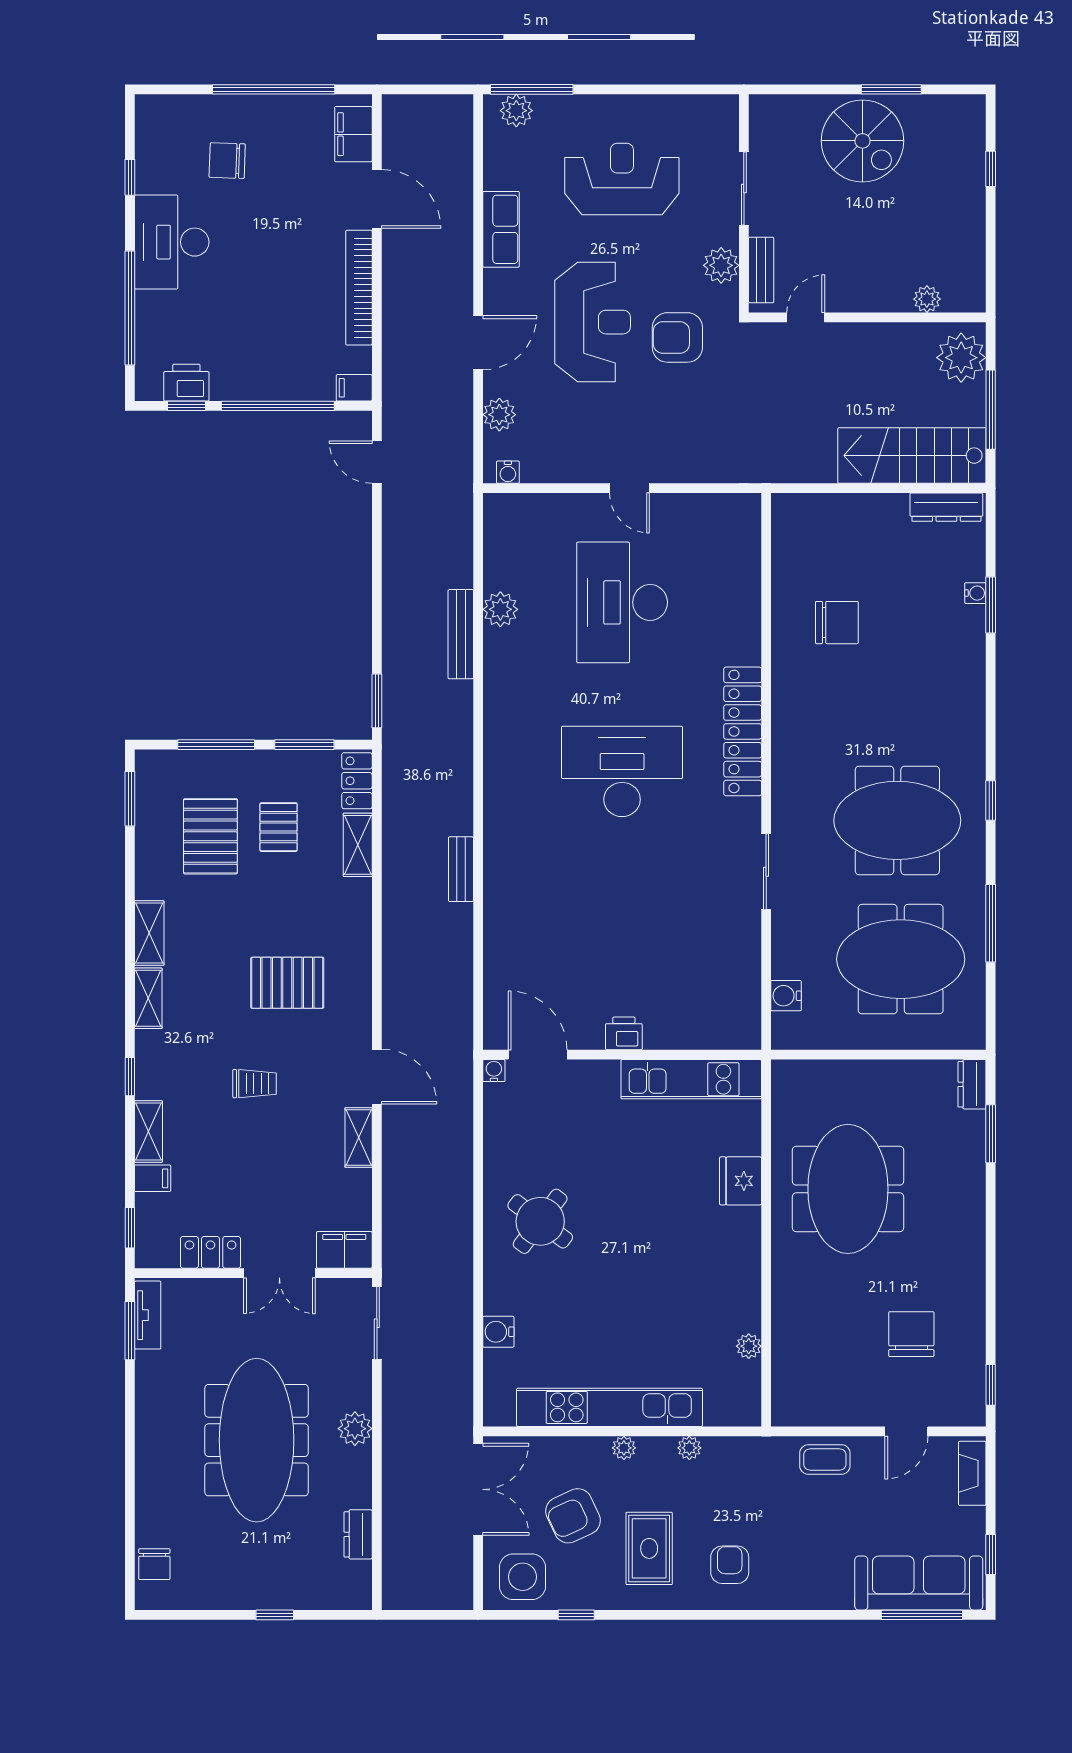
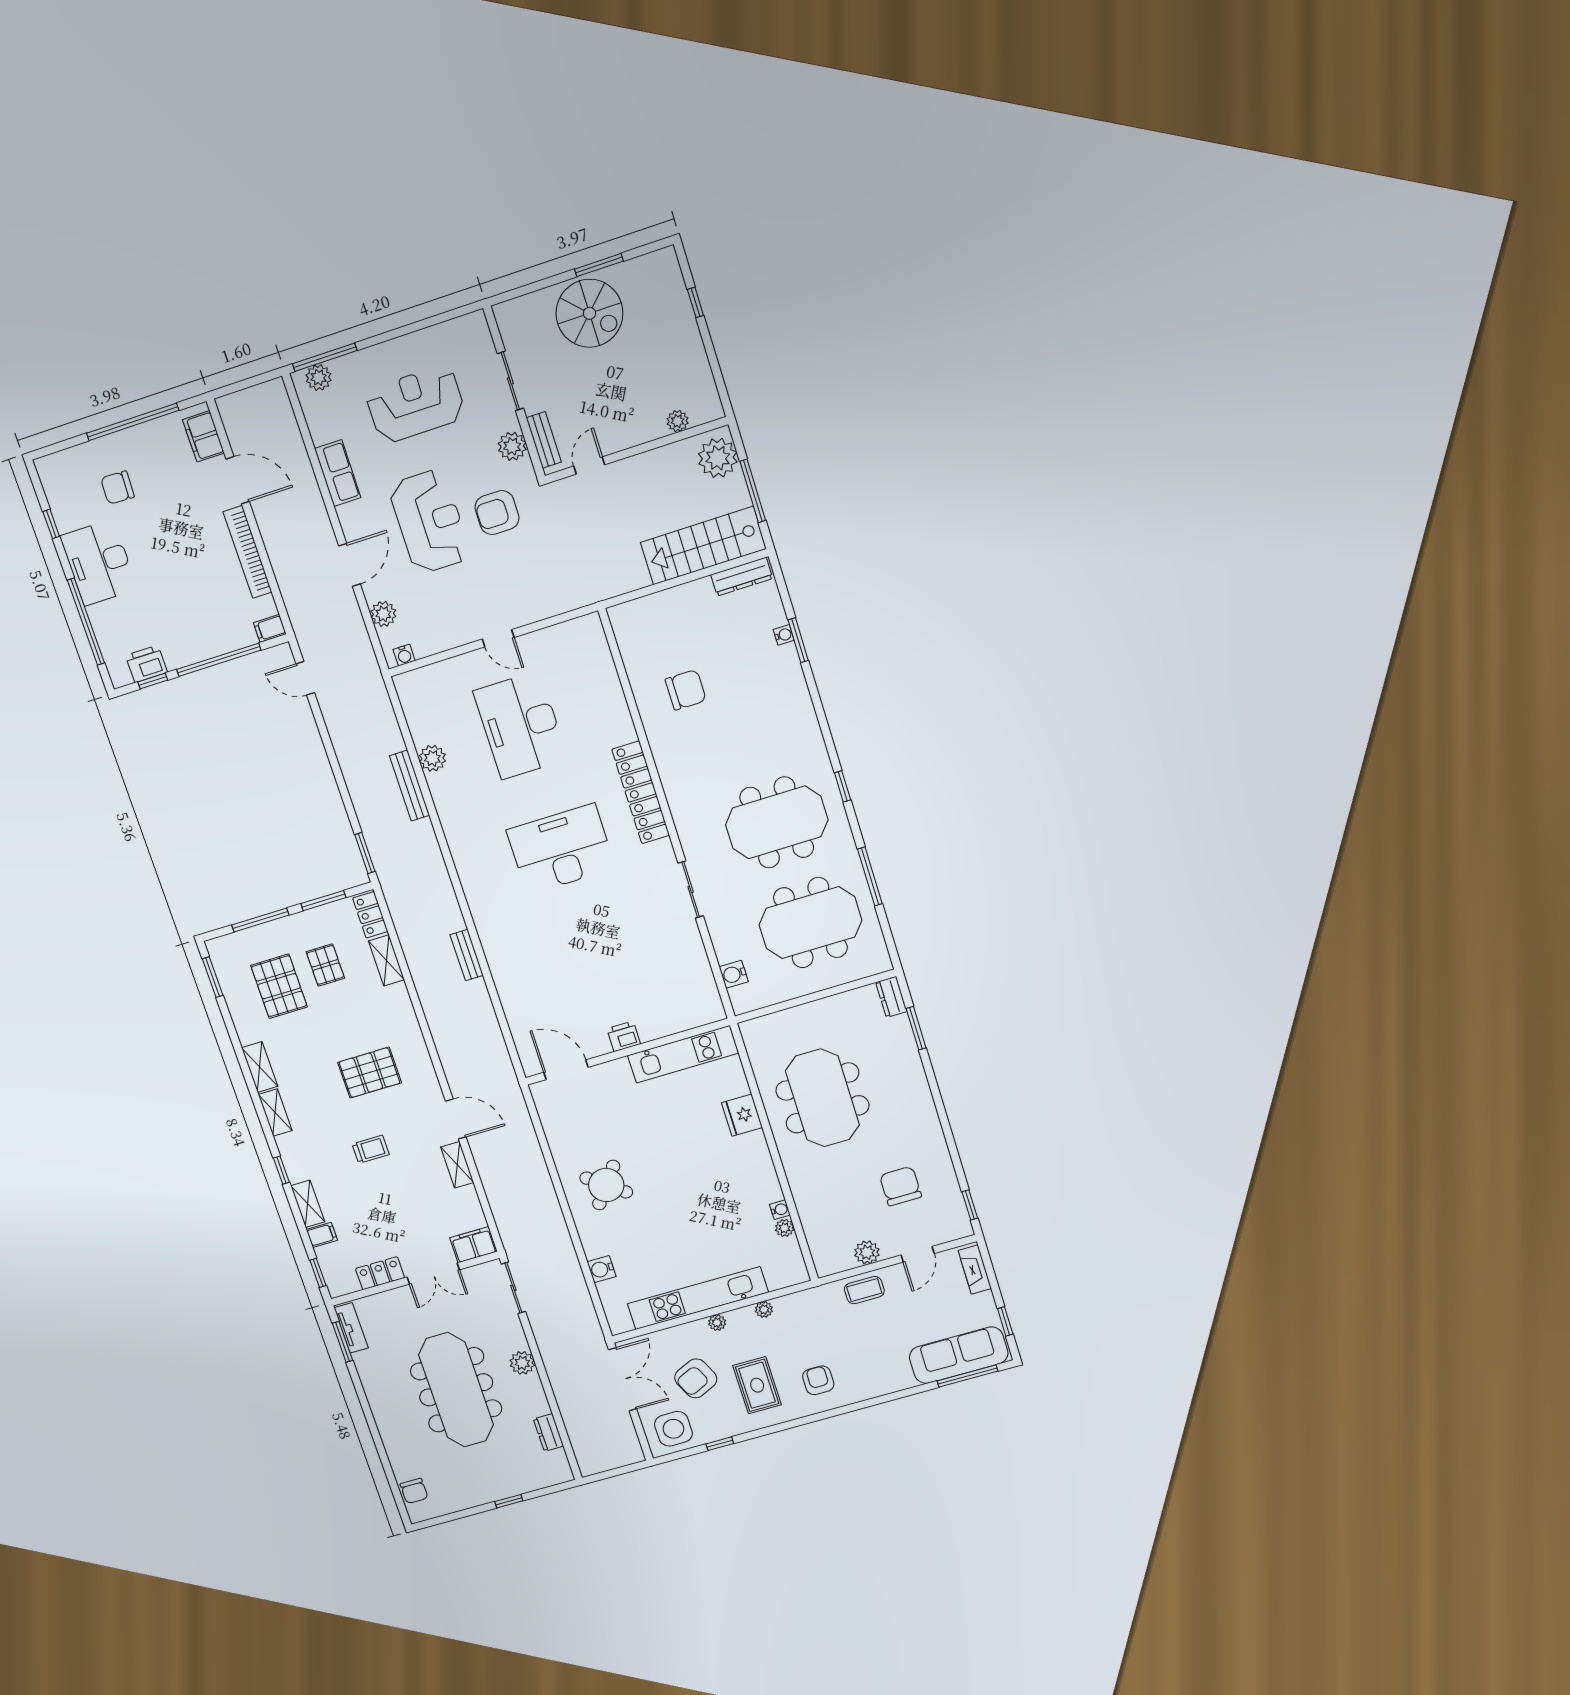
water cooler: (494, 1071) -> (780, 1210), moved, turned 90
plant: (843, 1410) -> (867, 1252), added

